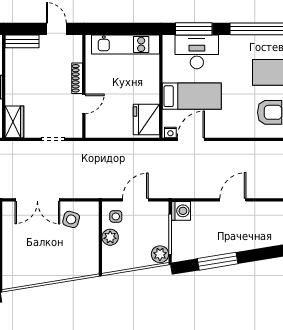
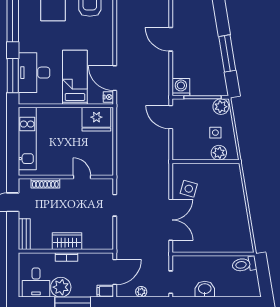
shoe rack: (77, 78) -> (45, 183), moved
wardrobe: (14, 122) -> (67, 241), moved
door: (135, 200) -> (171, 117), moved
side table: (116, 216) -> (215, 133), moved
plant: (110, 237) -> (219, 153), moved

